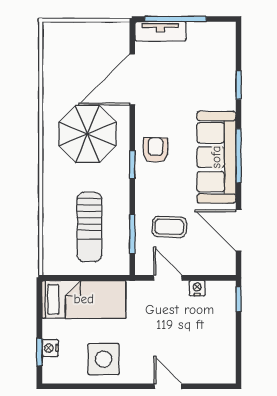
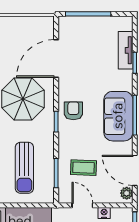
tv unit: (160, 31) -> (126, 50), moved, turned 90
sofa: (216, 157) -> (118, 116), width x0.73
plant: (227, 261) -> (127, 193), added

